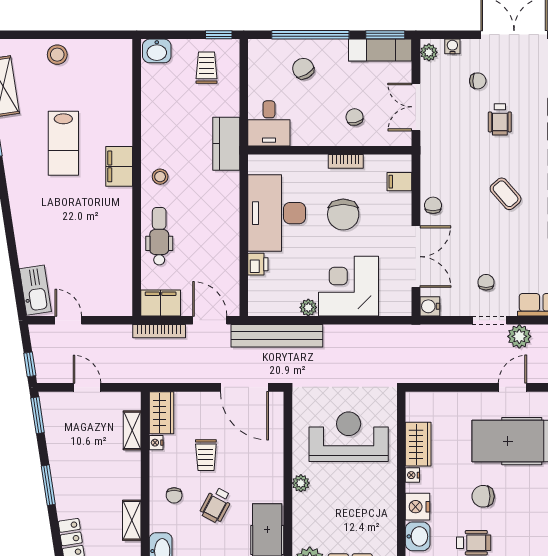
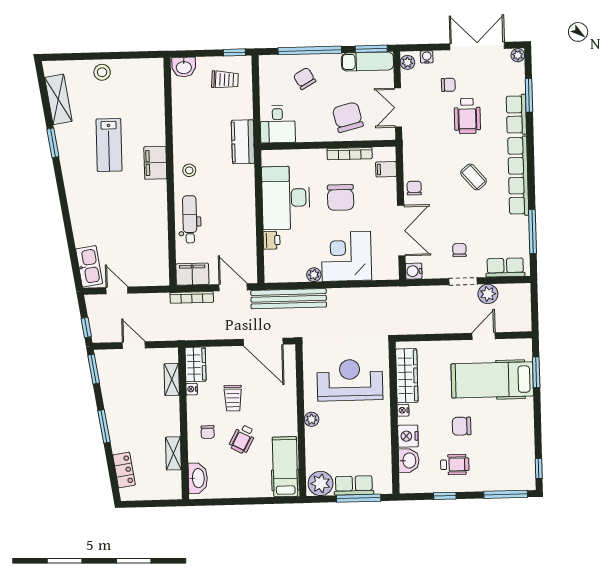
trolley: (206, 68) -> (225, 80), turned 94
chair: (355, 117) -> (348, 117), width x1.87, depth x1.87
wheelchair: (500, 119) -> (467, 116), width x1.36, depth x1.37
bookcase: (346, 161) -> (350, 154), width x1.56
wardrobe: (418, 444) -> (407, 376), width x1.50

